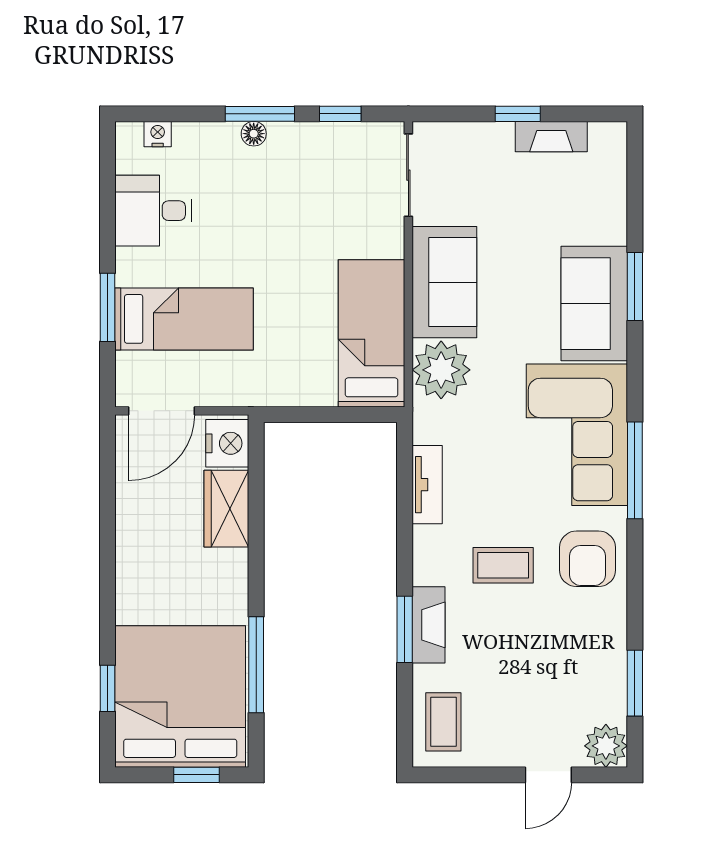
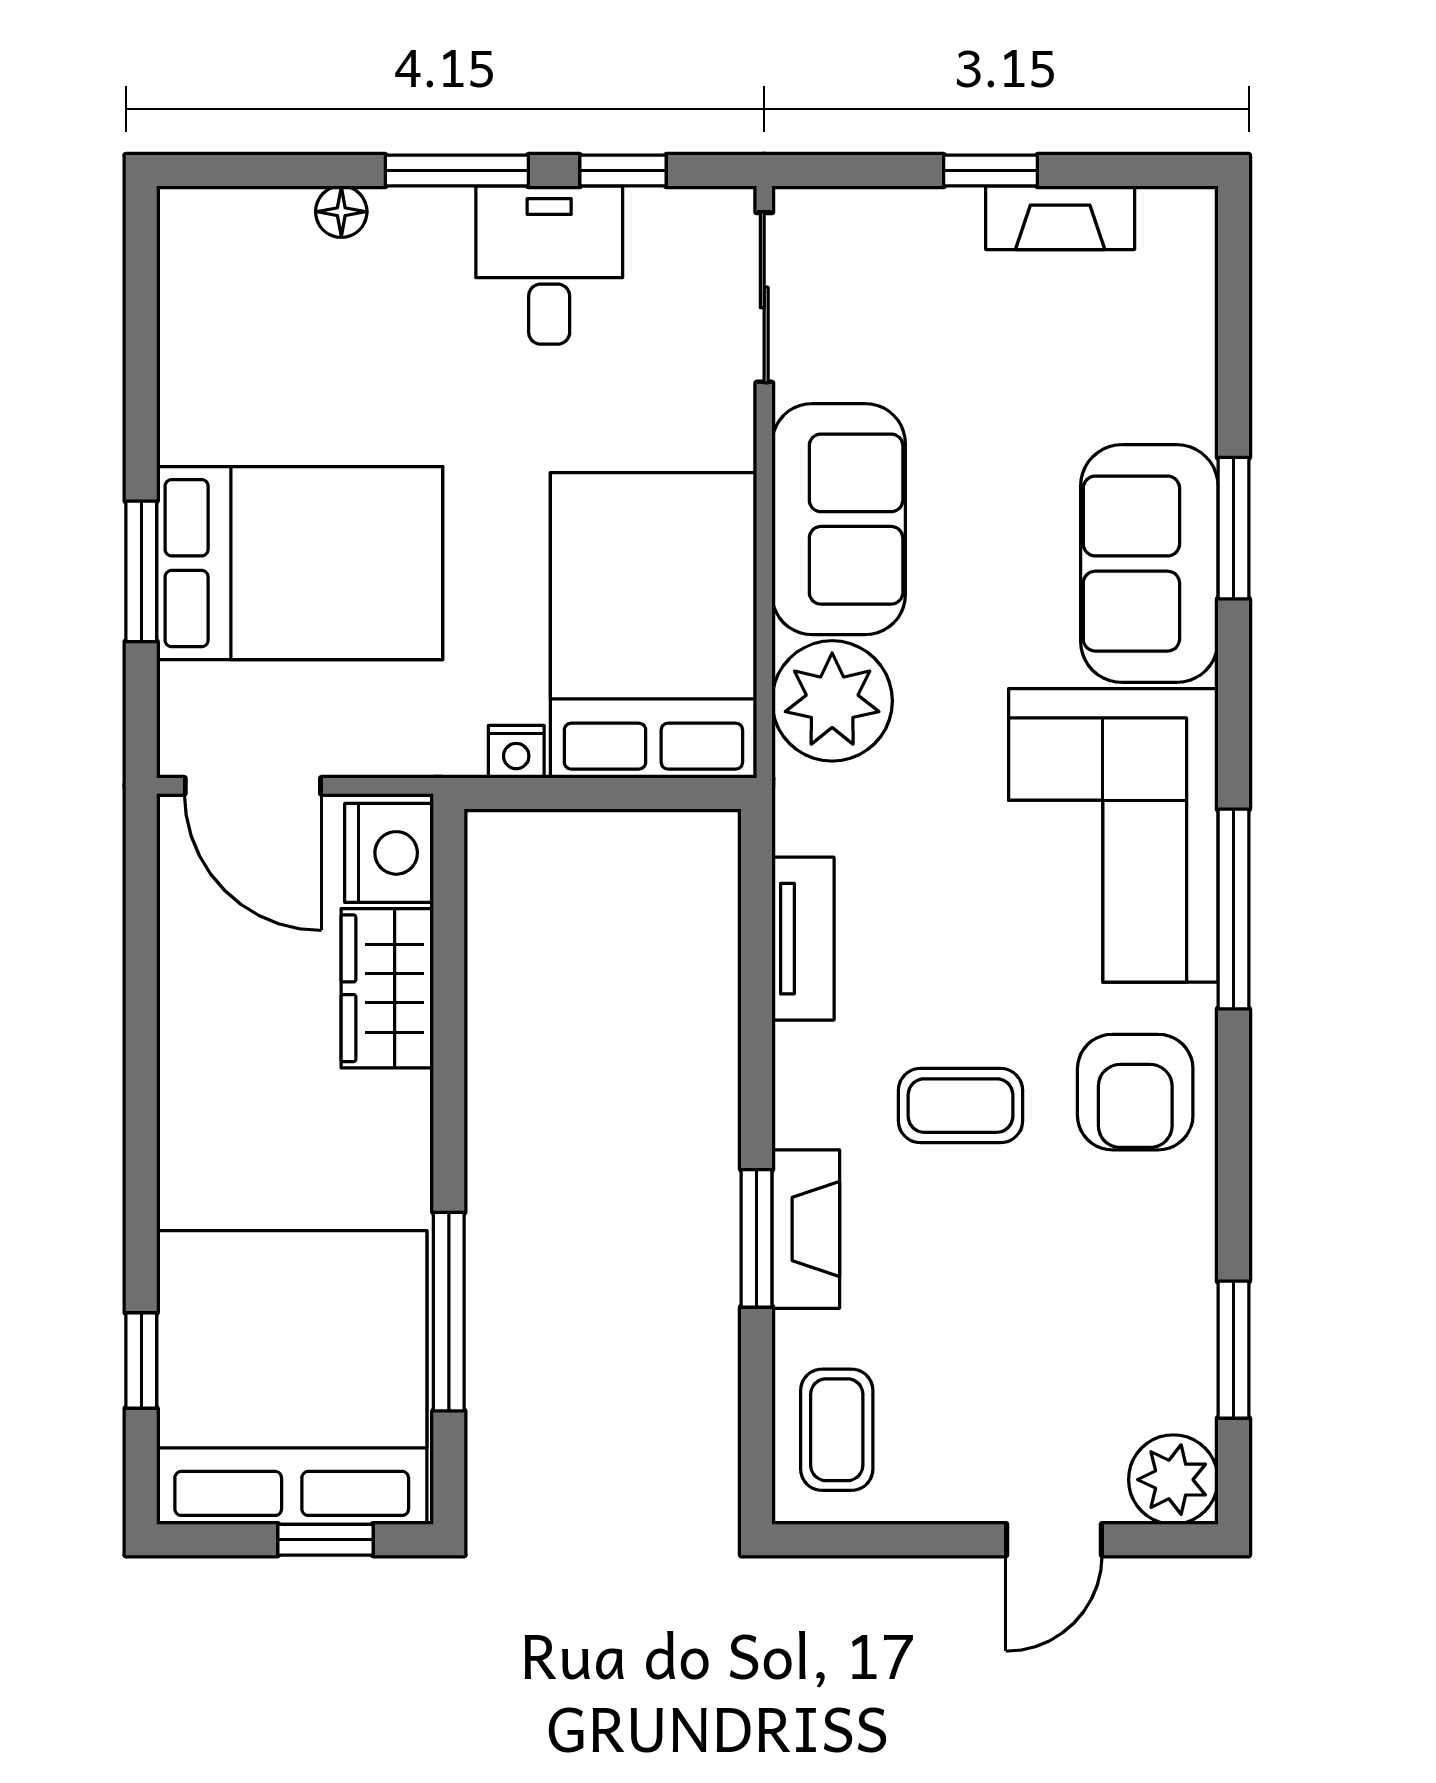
nightstand: (158, 134) -> (516, 752), moved, turned 180
floor lamp: (254, 134) -> (341, 212), moved
desk: (153, 211) -> (549, 265), moved, turned 90
bed: (184, 319) -> (300, 563), width x1.50
bed: (371, 333) -> (653, 625), width x1.50
door: (161, 411) -> (253, 786), hinge flipped

